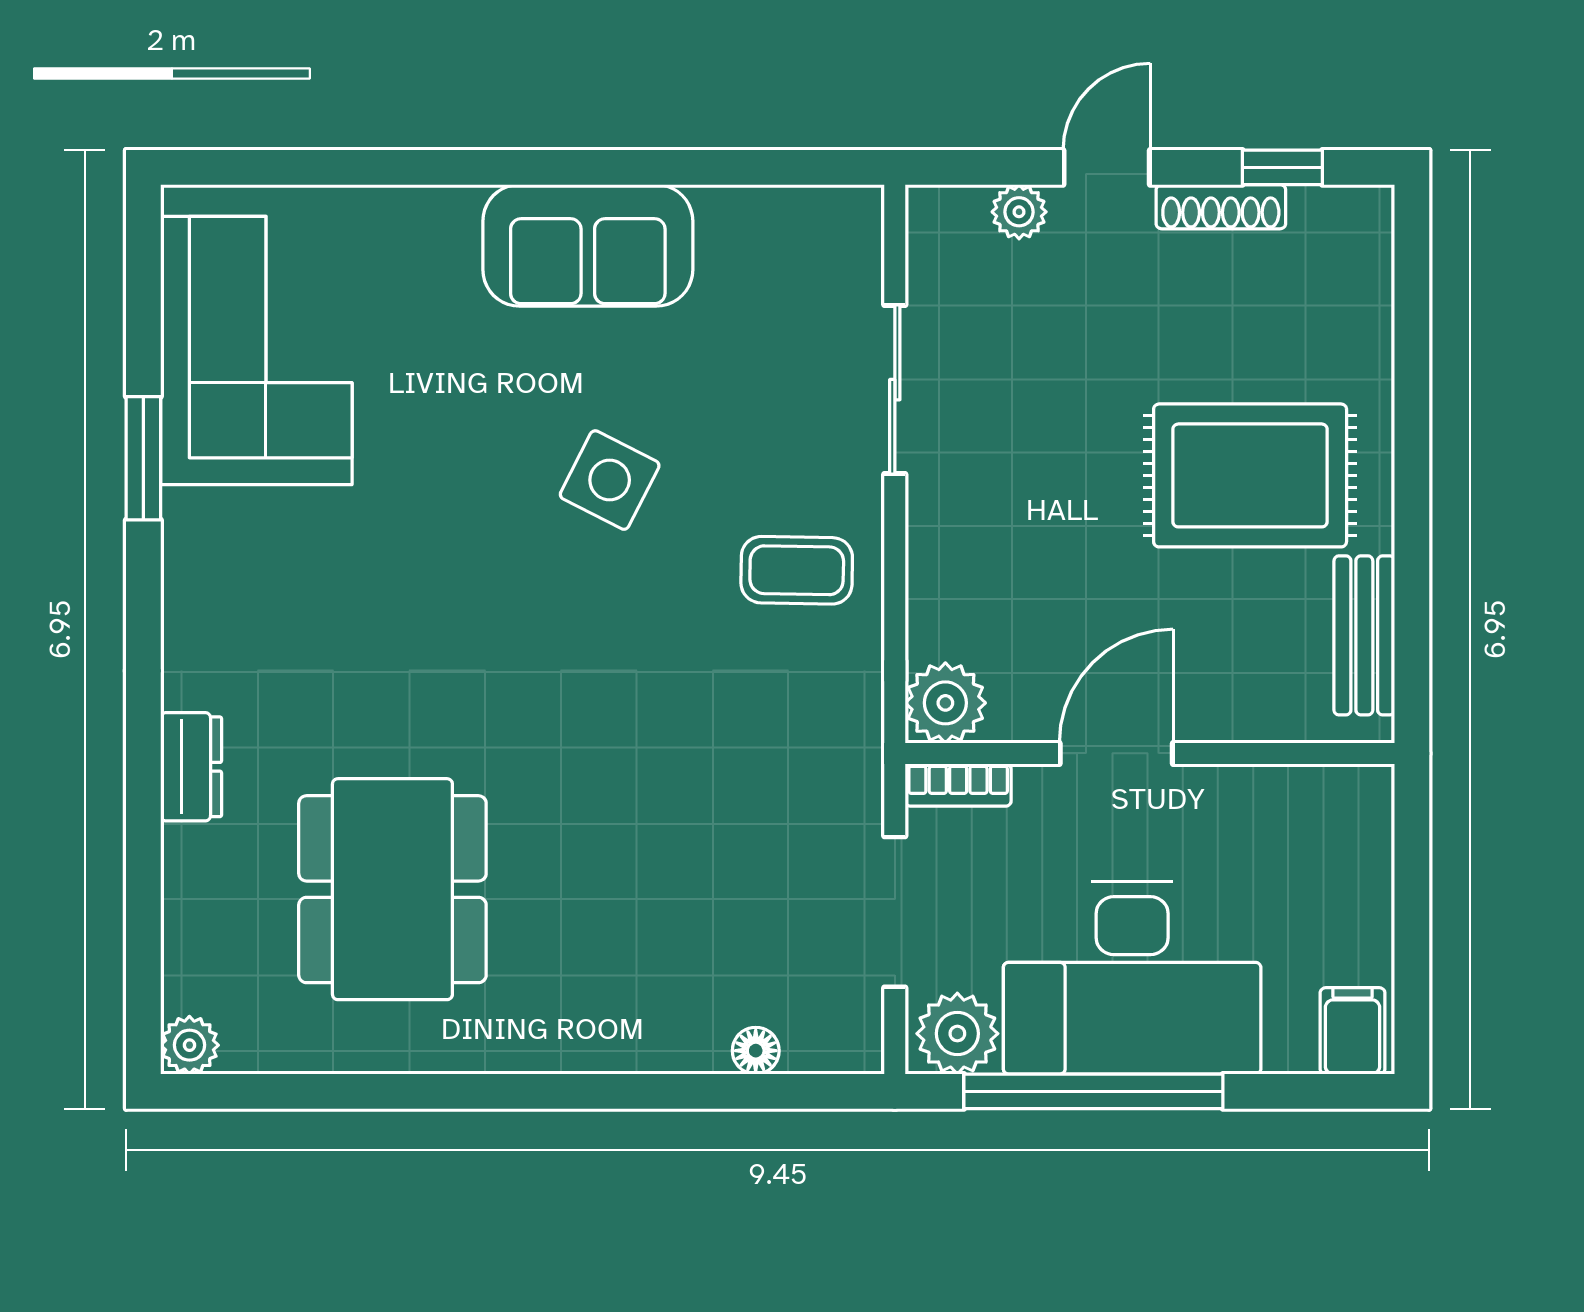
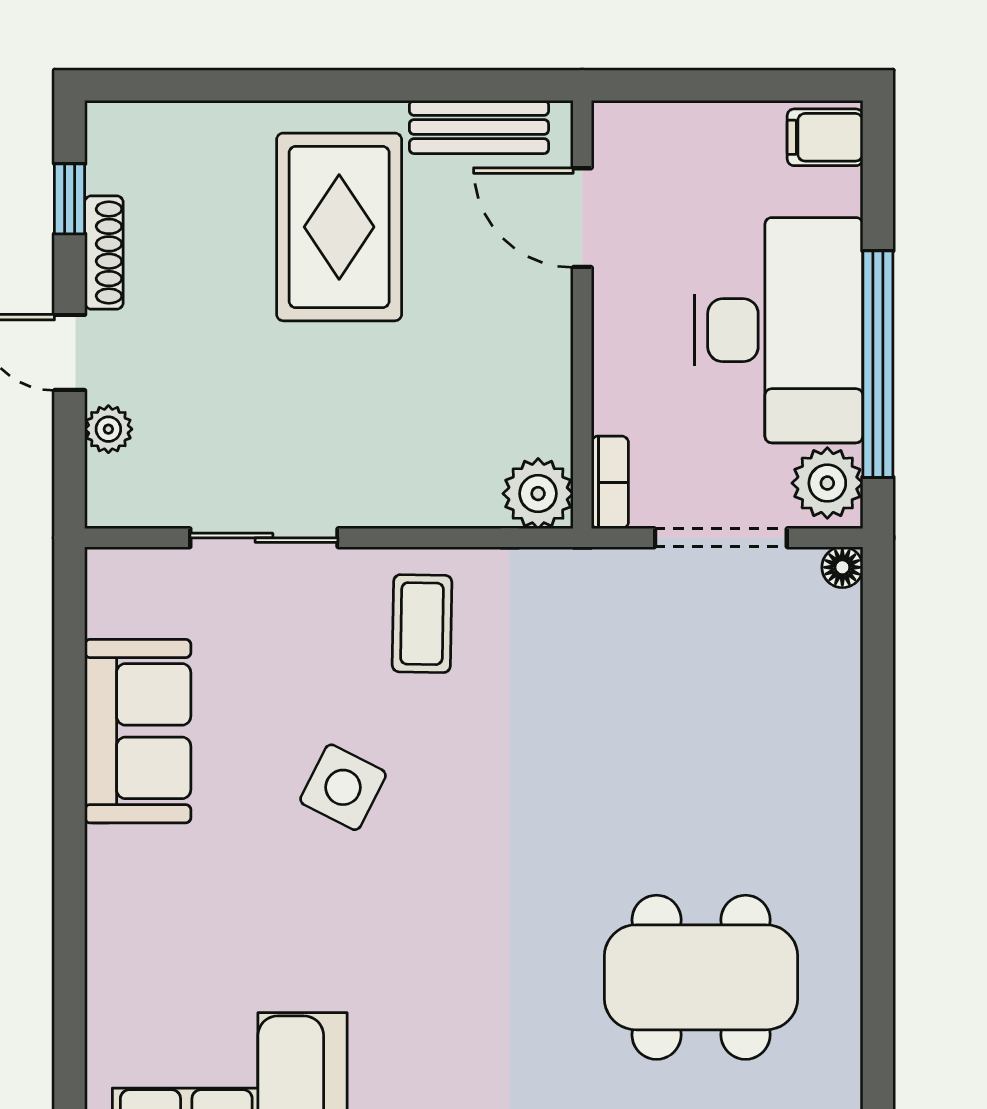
sofa: (588, 245) -> (138, 731), moved
door: (1116, 753) -> (582, 218), moved
floor lamp: (756, 1051) -> (842, 567), moved

